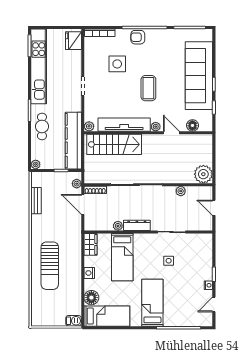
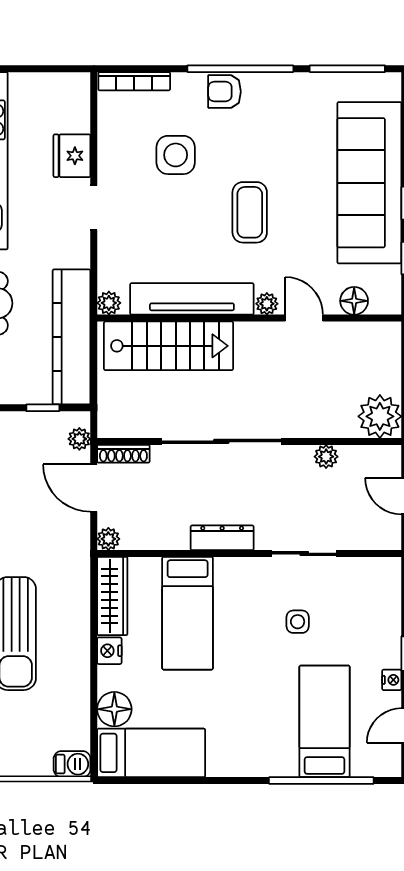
fridge: (73, 41) -> (72, 156), moved
plant: (118, 226) -> (108, 539), moved
wardrobe: (91, 244) -> (112, 596), width x1.50
bed: (152, 303) -> (325, 721), moved

